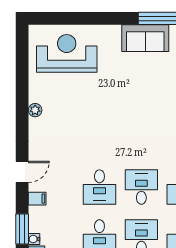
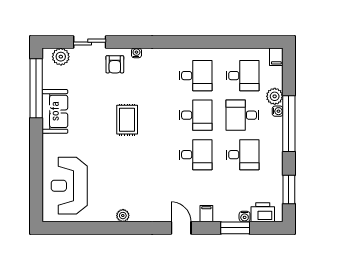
rug: (137, 115) -> (127, 120), added
desk: (141, 187) -> (195, 115), turned 180

